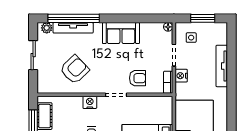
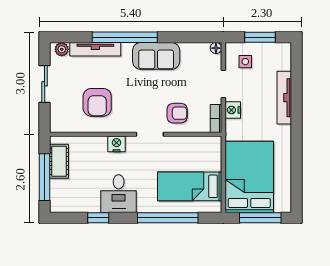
window: (74, 18) -> (125, 37), moved
armchair: (75, 70) -> (97, 102), turned 134

